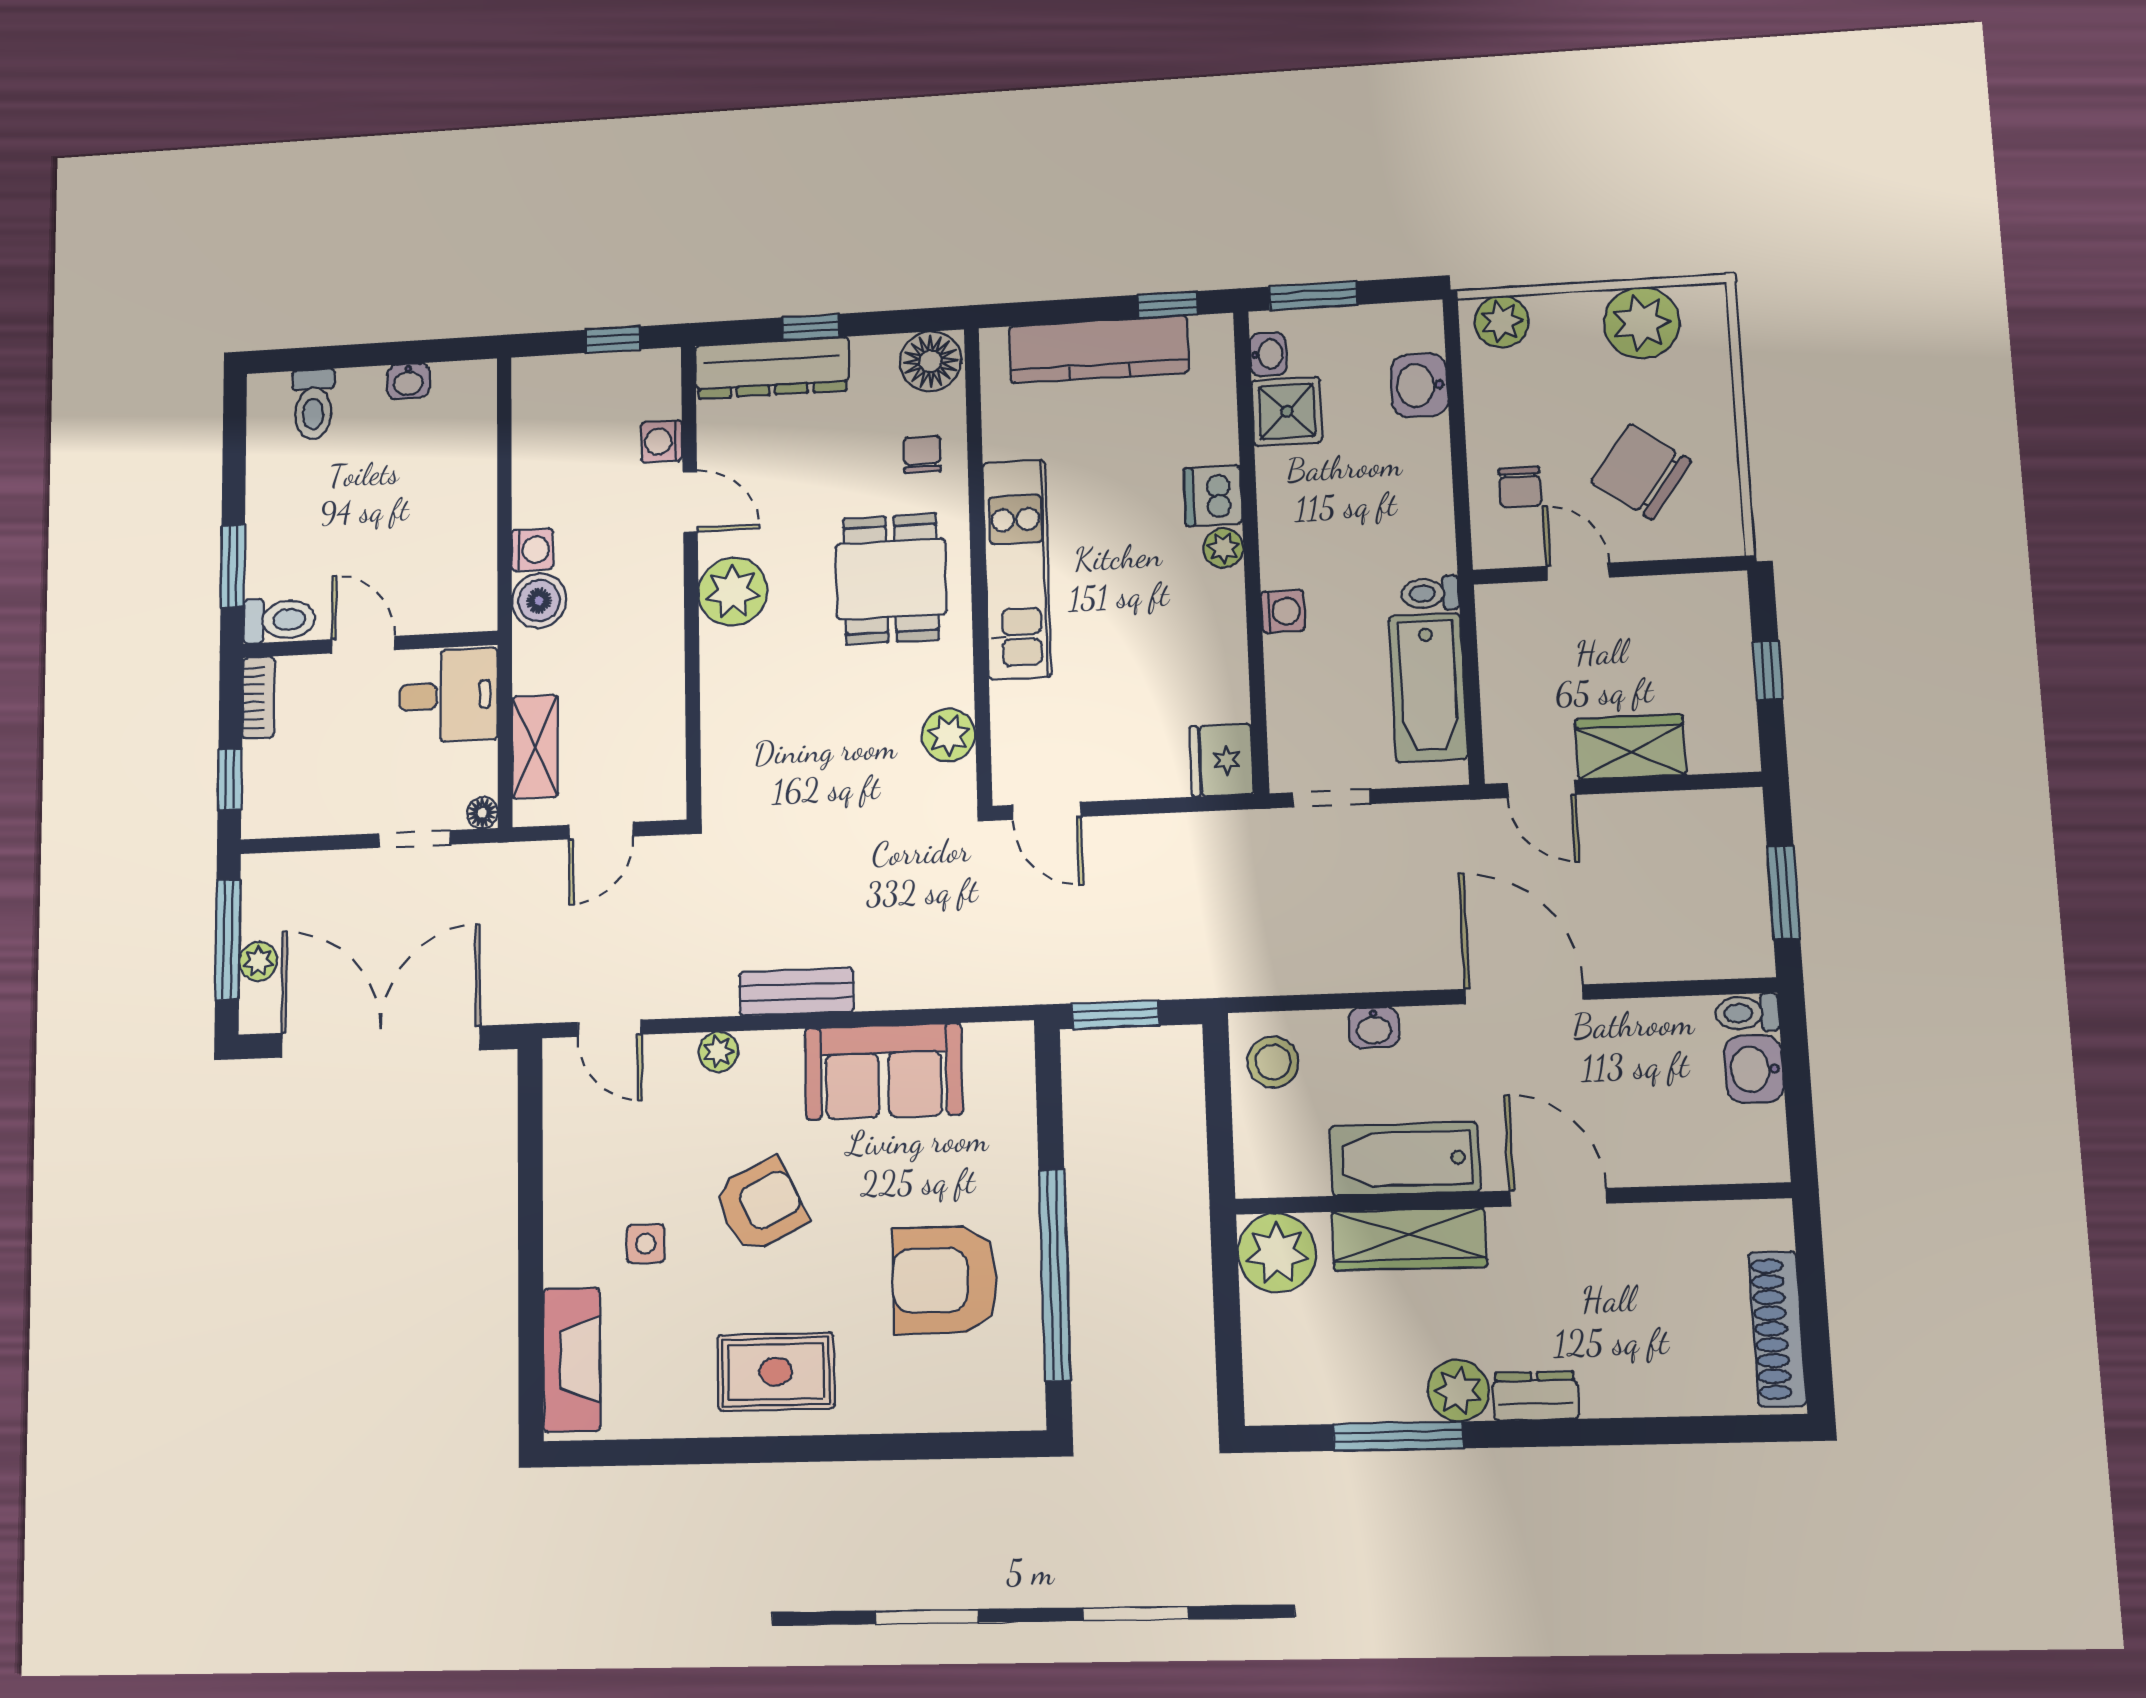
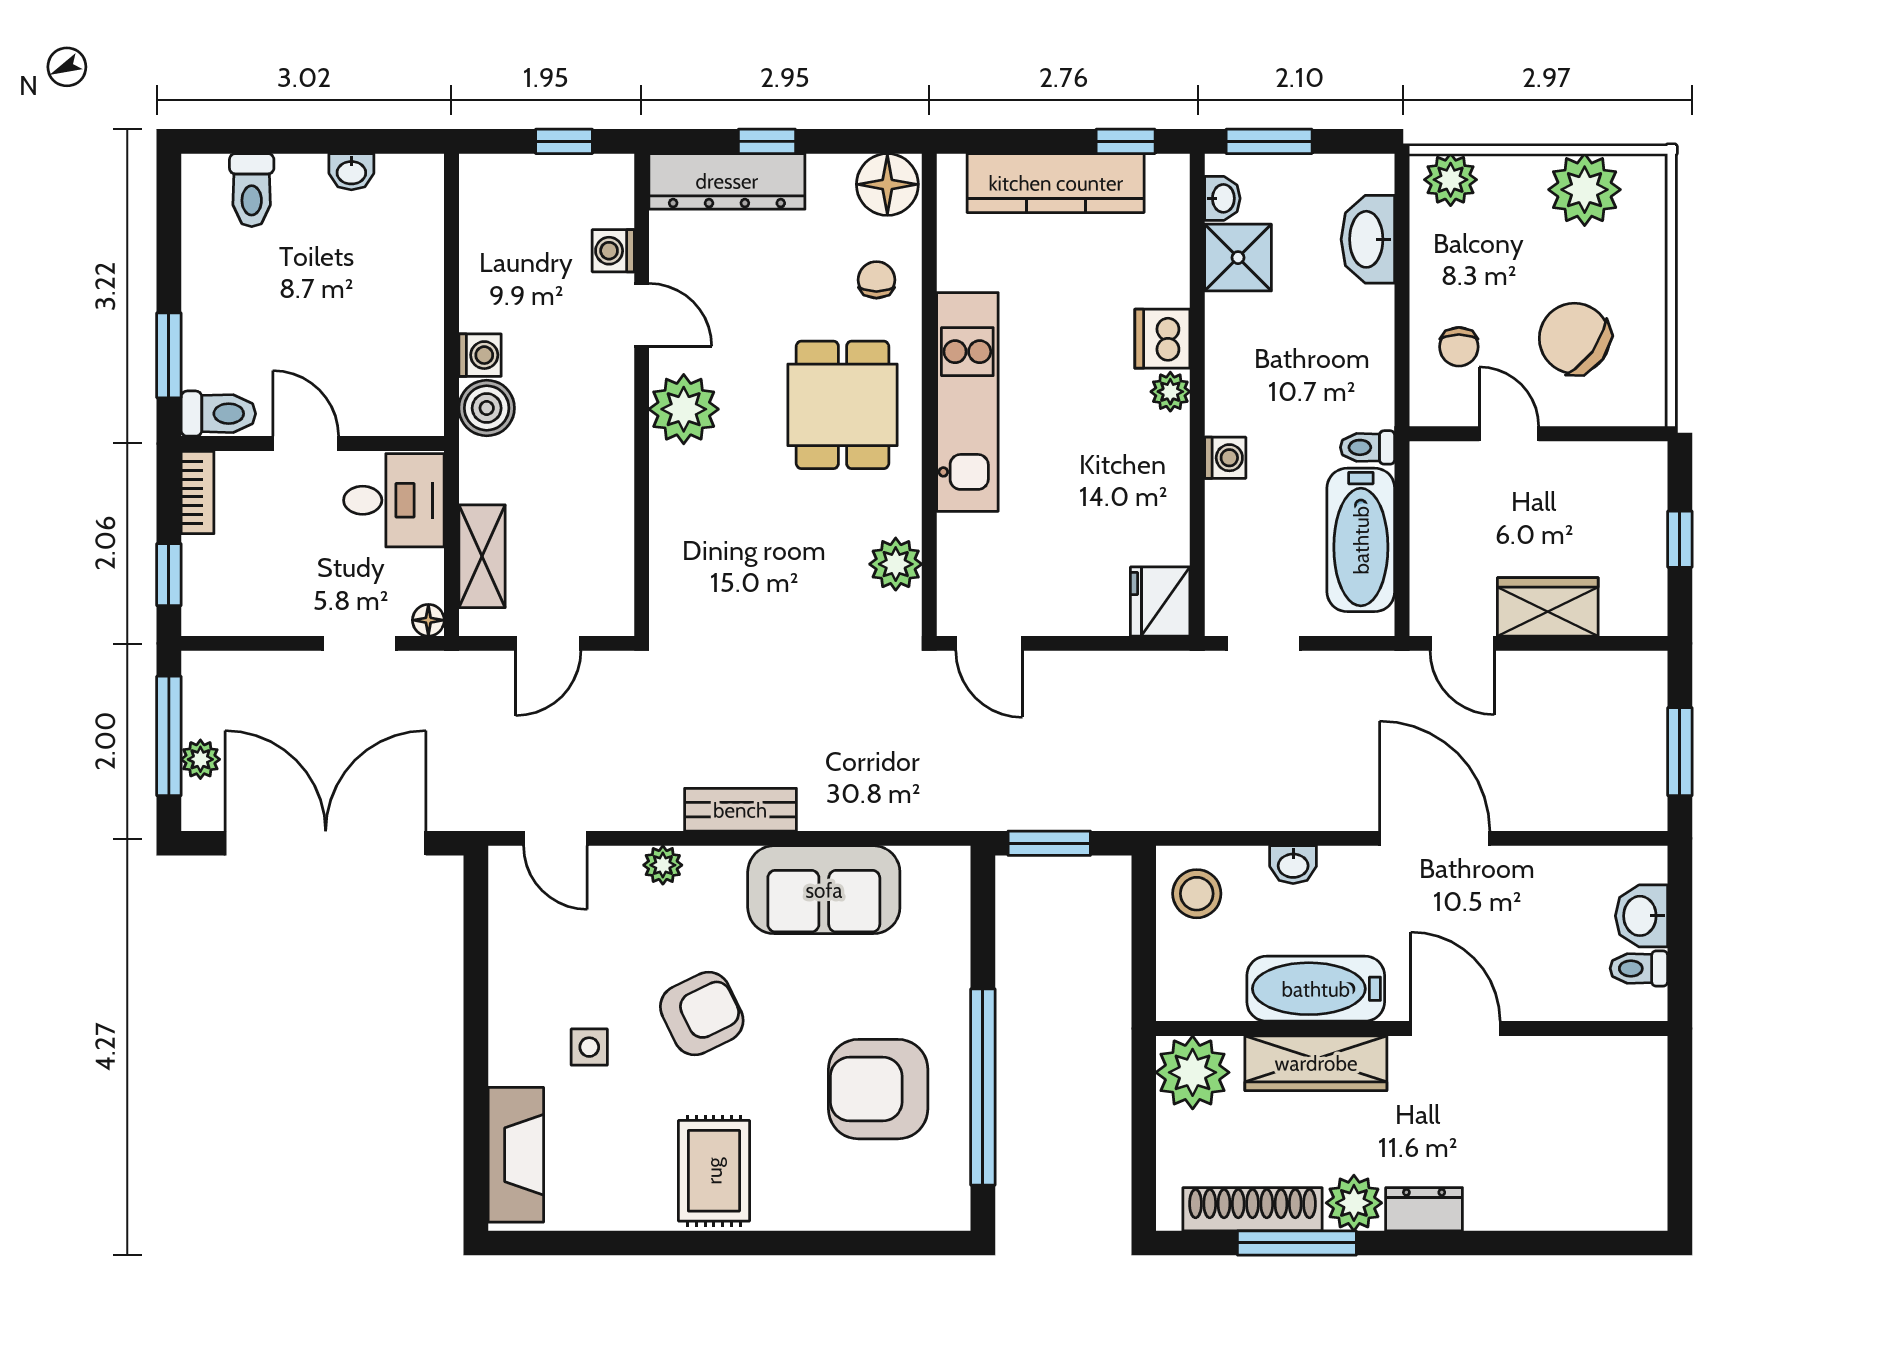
washbasin: (1419, 385) -> (1368, 239), width x1.38
toilet: (1747, 1013) -> (1639, 968), moved
shoe rack: (1777, 1329) -> (1253, 1209), moved, turned 90
rug: (776, 1372) -> (714, 1171), turned 90

